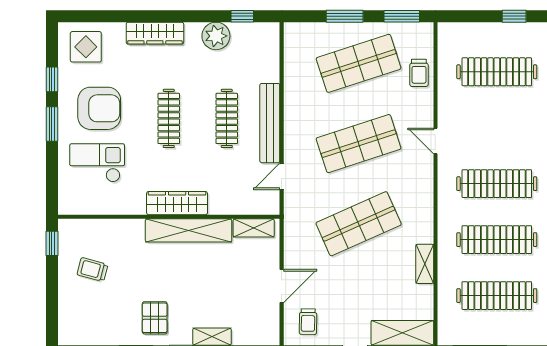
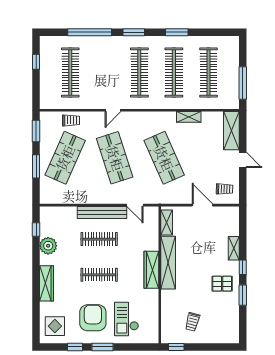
shop shelf: (359, 63) -> (65, 158), turned 42

